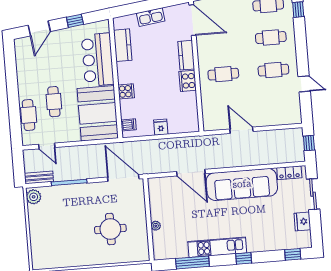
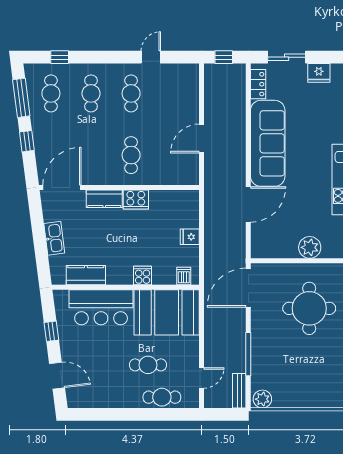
plant: (156, 226) -> (310, 247), width x1.87, depth x1.87
round table: (110, 229) -> (309, 308), width x1.36, depth x1.36

